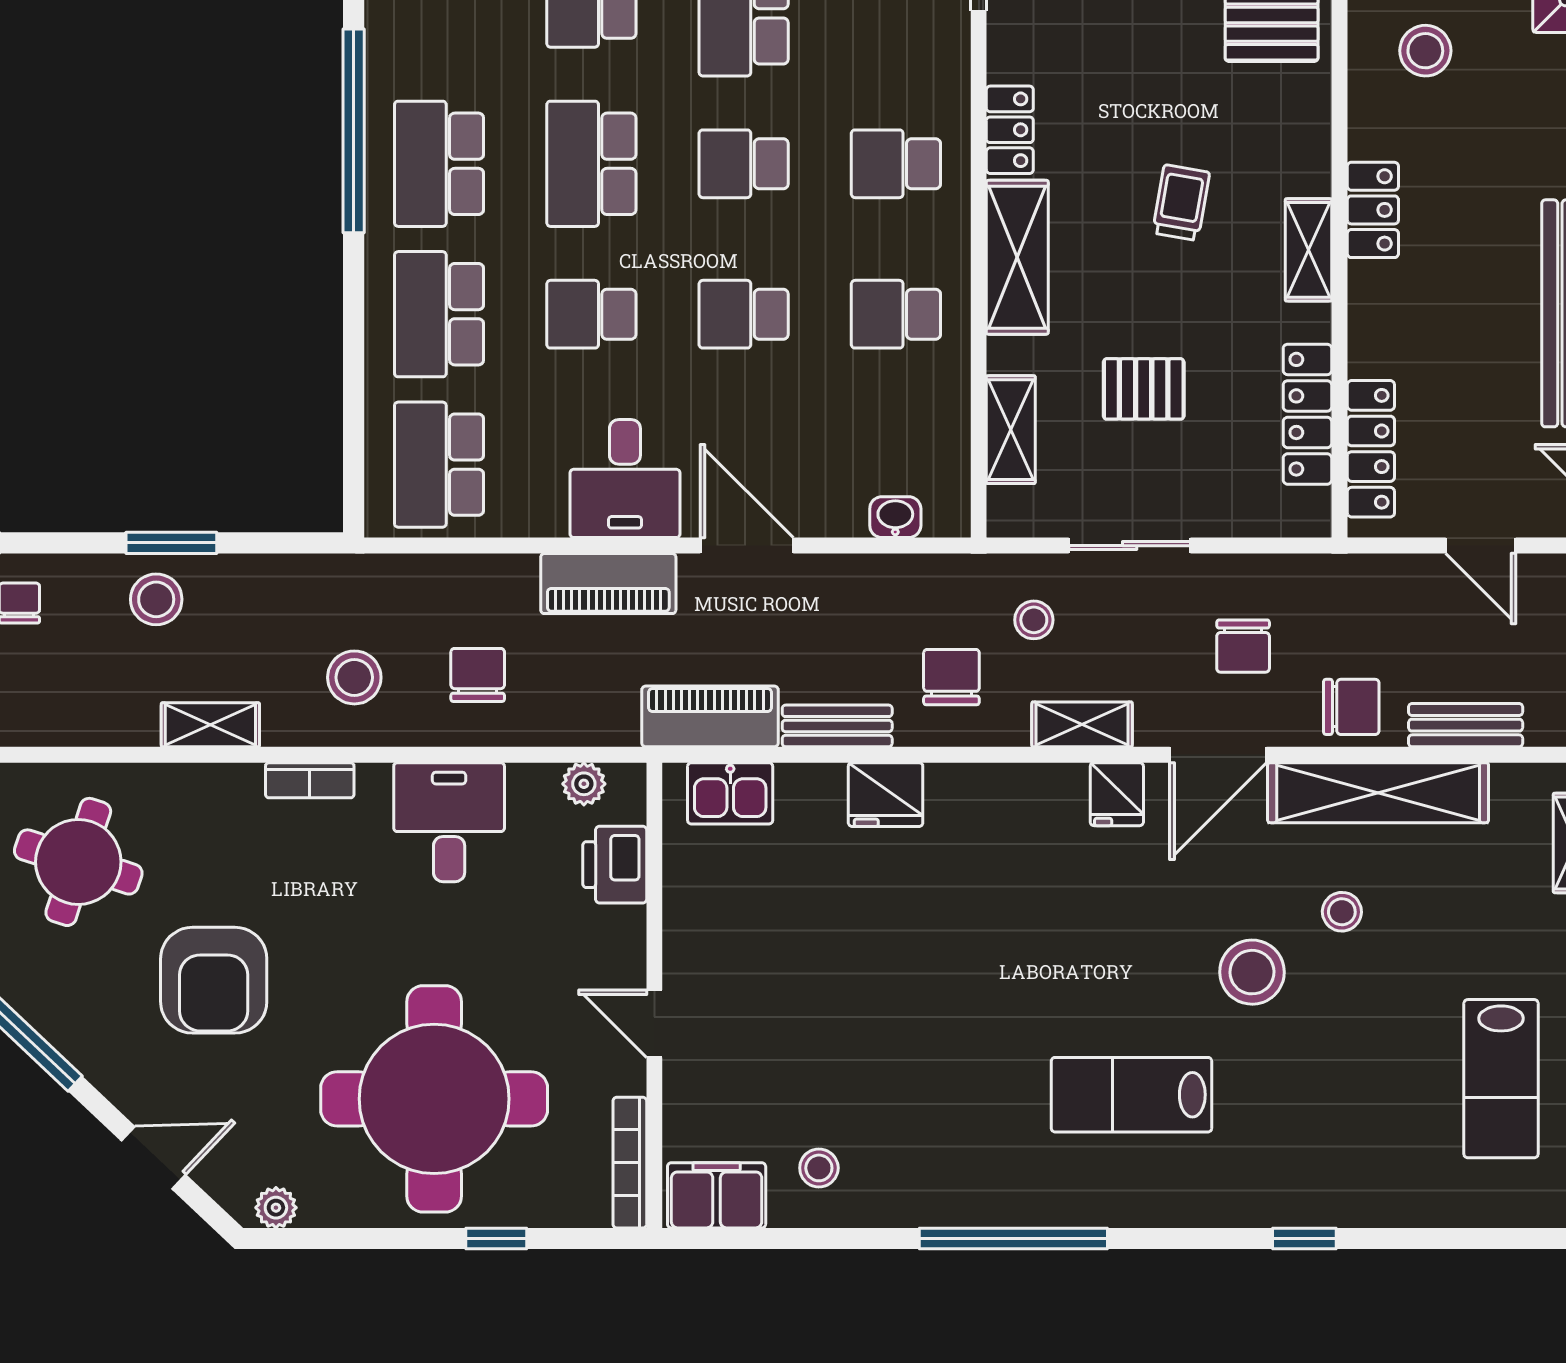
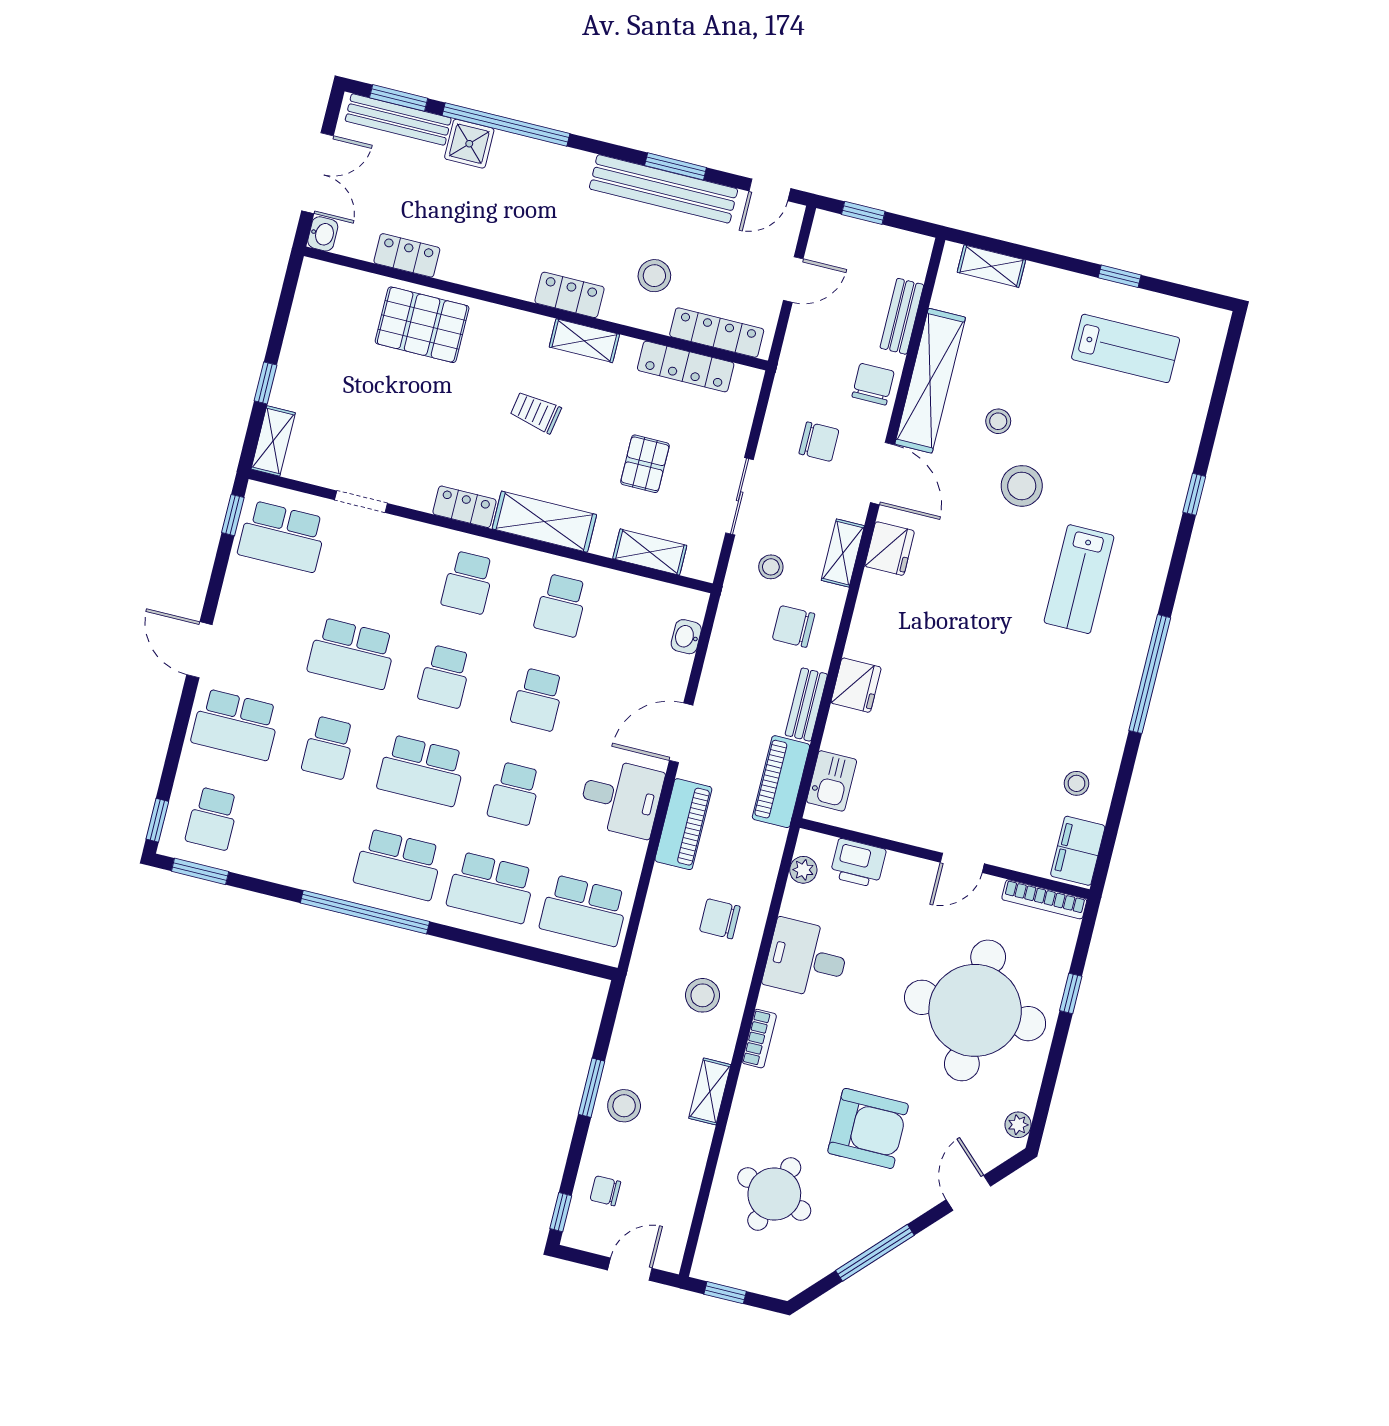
stool: (1425, 51) -> (654, 276), moved
fridge: (1117, 794) -> (890, 549), width x1.38

